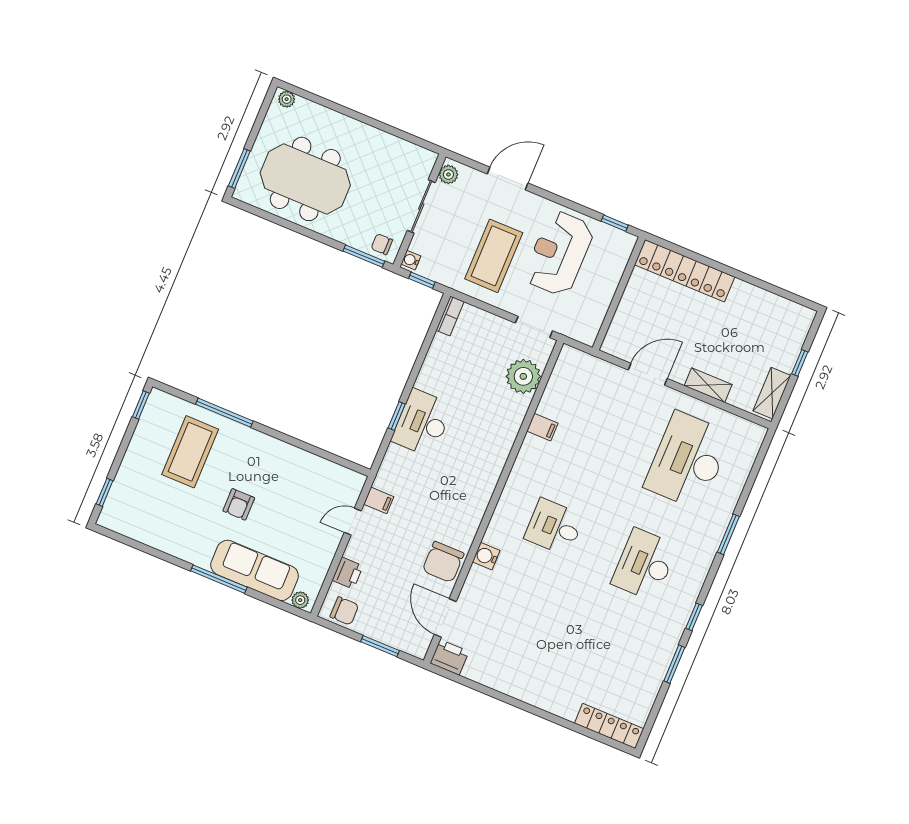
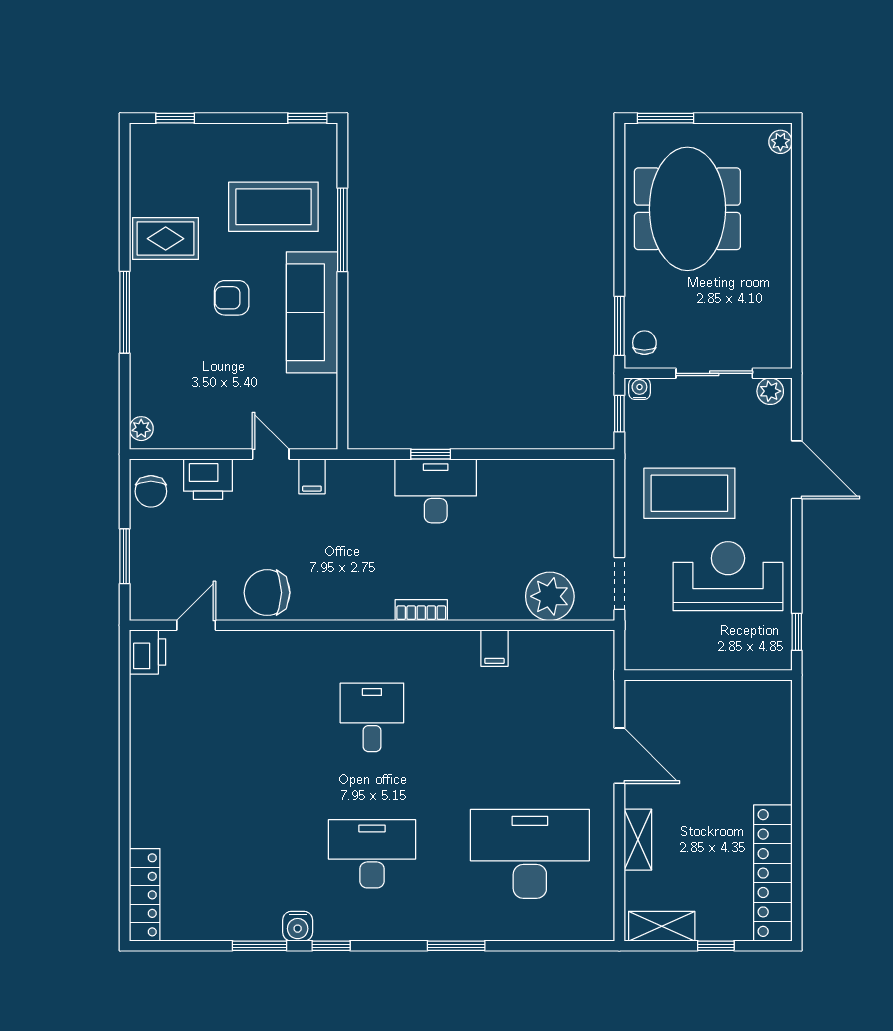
locker: (685, 271) -> (773, 873), moved
bookcase: (450, 316) -> (421, 610), moved, turned 180
rug: (181, 532) -> (166, 239), added
water cooler: (486, 556) -> (298, 926), moved, turned 180
sofa: (255, 570) -> (312, 312), moved, turned 180
printer: (348, 573) -> (208, 479), width x1.36, depth x1.24
door: (445, 618) -> (196, 625), width x0.73

